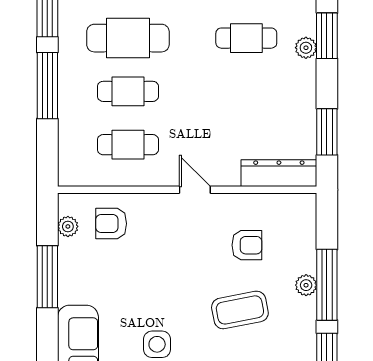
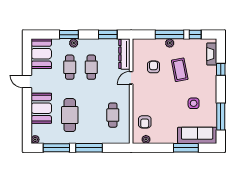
cafe table: (128, 91) -> (91, 67), moved
door: (195, 190) -> (131, 78), moved
window: (47, 277) -> (186, 148), moved

